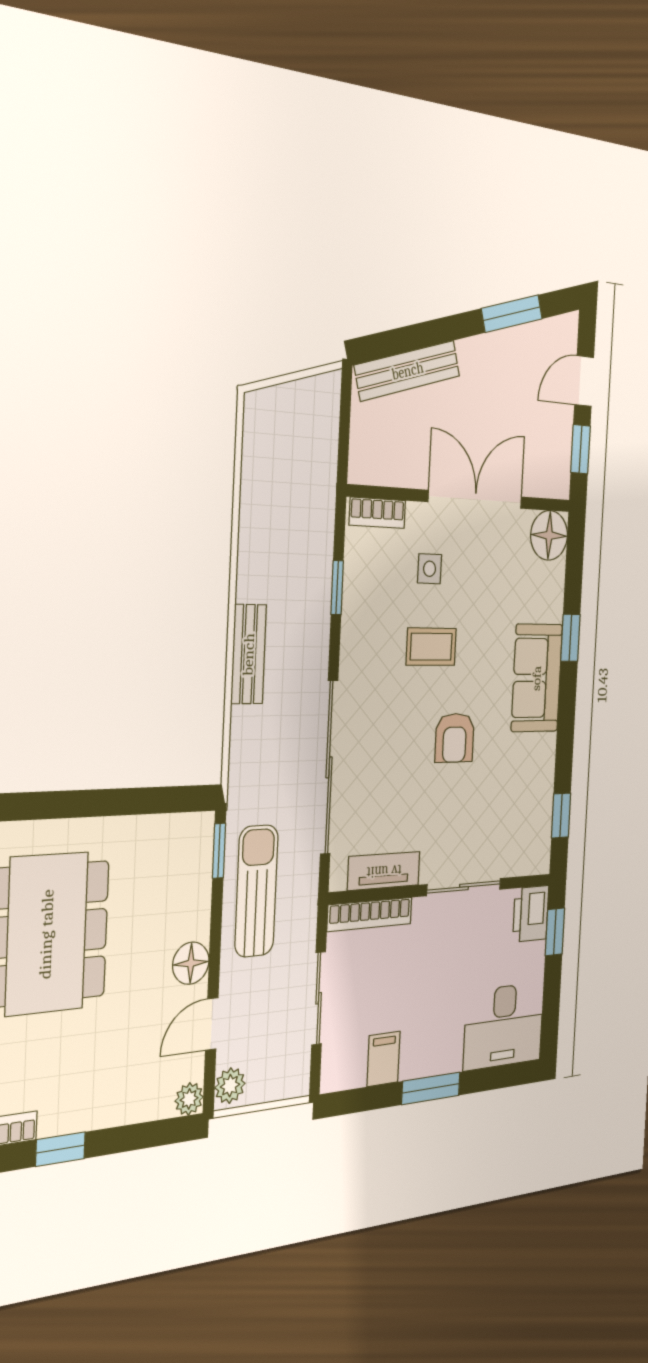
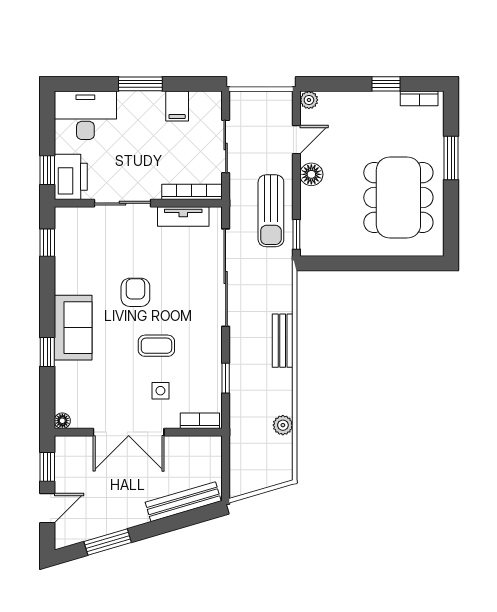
floor lamp: (549, 535) -> (62, 421), width x0.53, depth x0.53
printer: (531, 914) -> (71, 177), width x1.37, depth x1.19
plant: (230, 1086) -> (283, 425), moved

